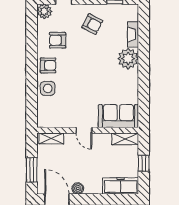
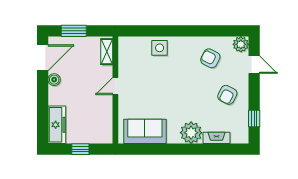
armchair: (58, 40) -> (210, 58), turned -63
armchair: (48, 65) -> (184, 48), removed
sofa: (118, 116) -> (145, 131), moved, turned -90
shelving: (125, 139) -> (106, 130), removed

